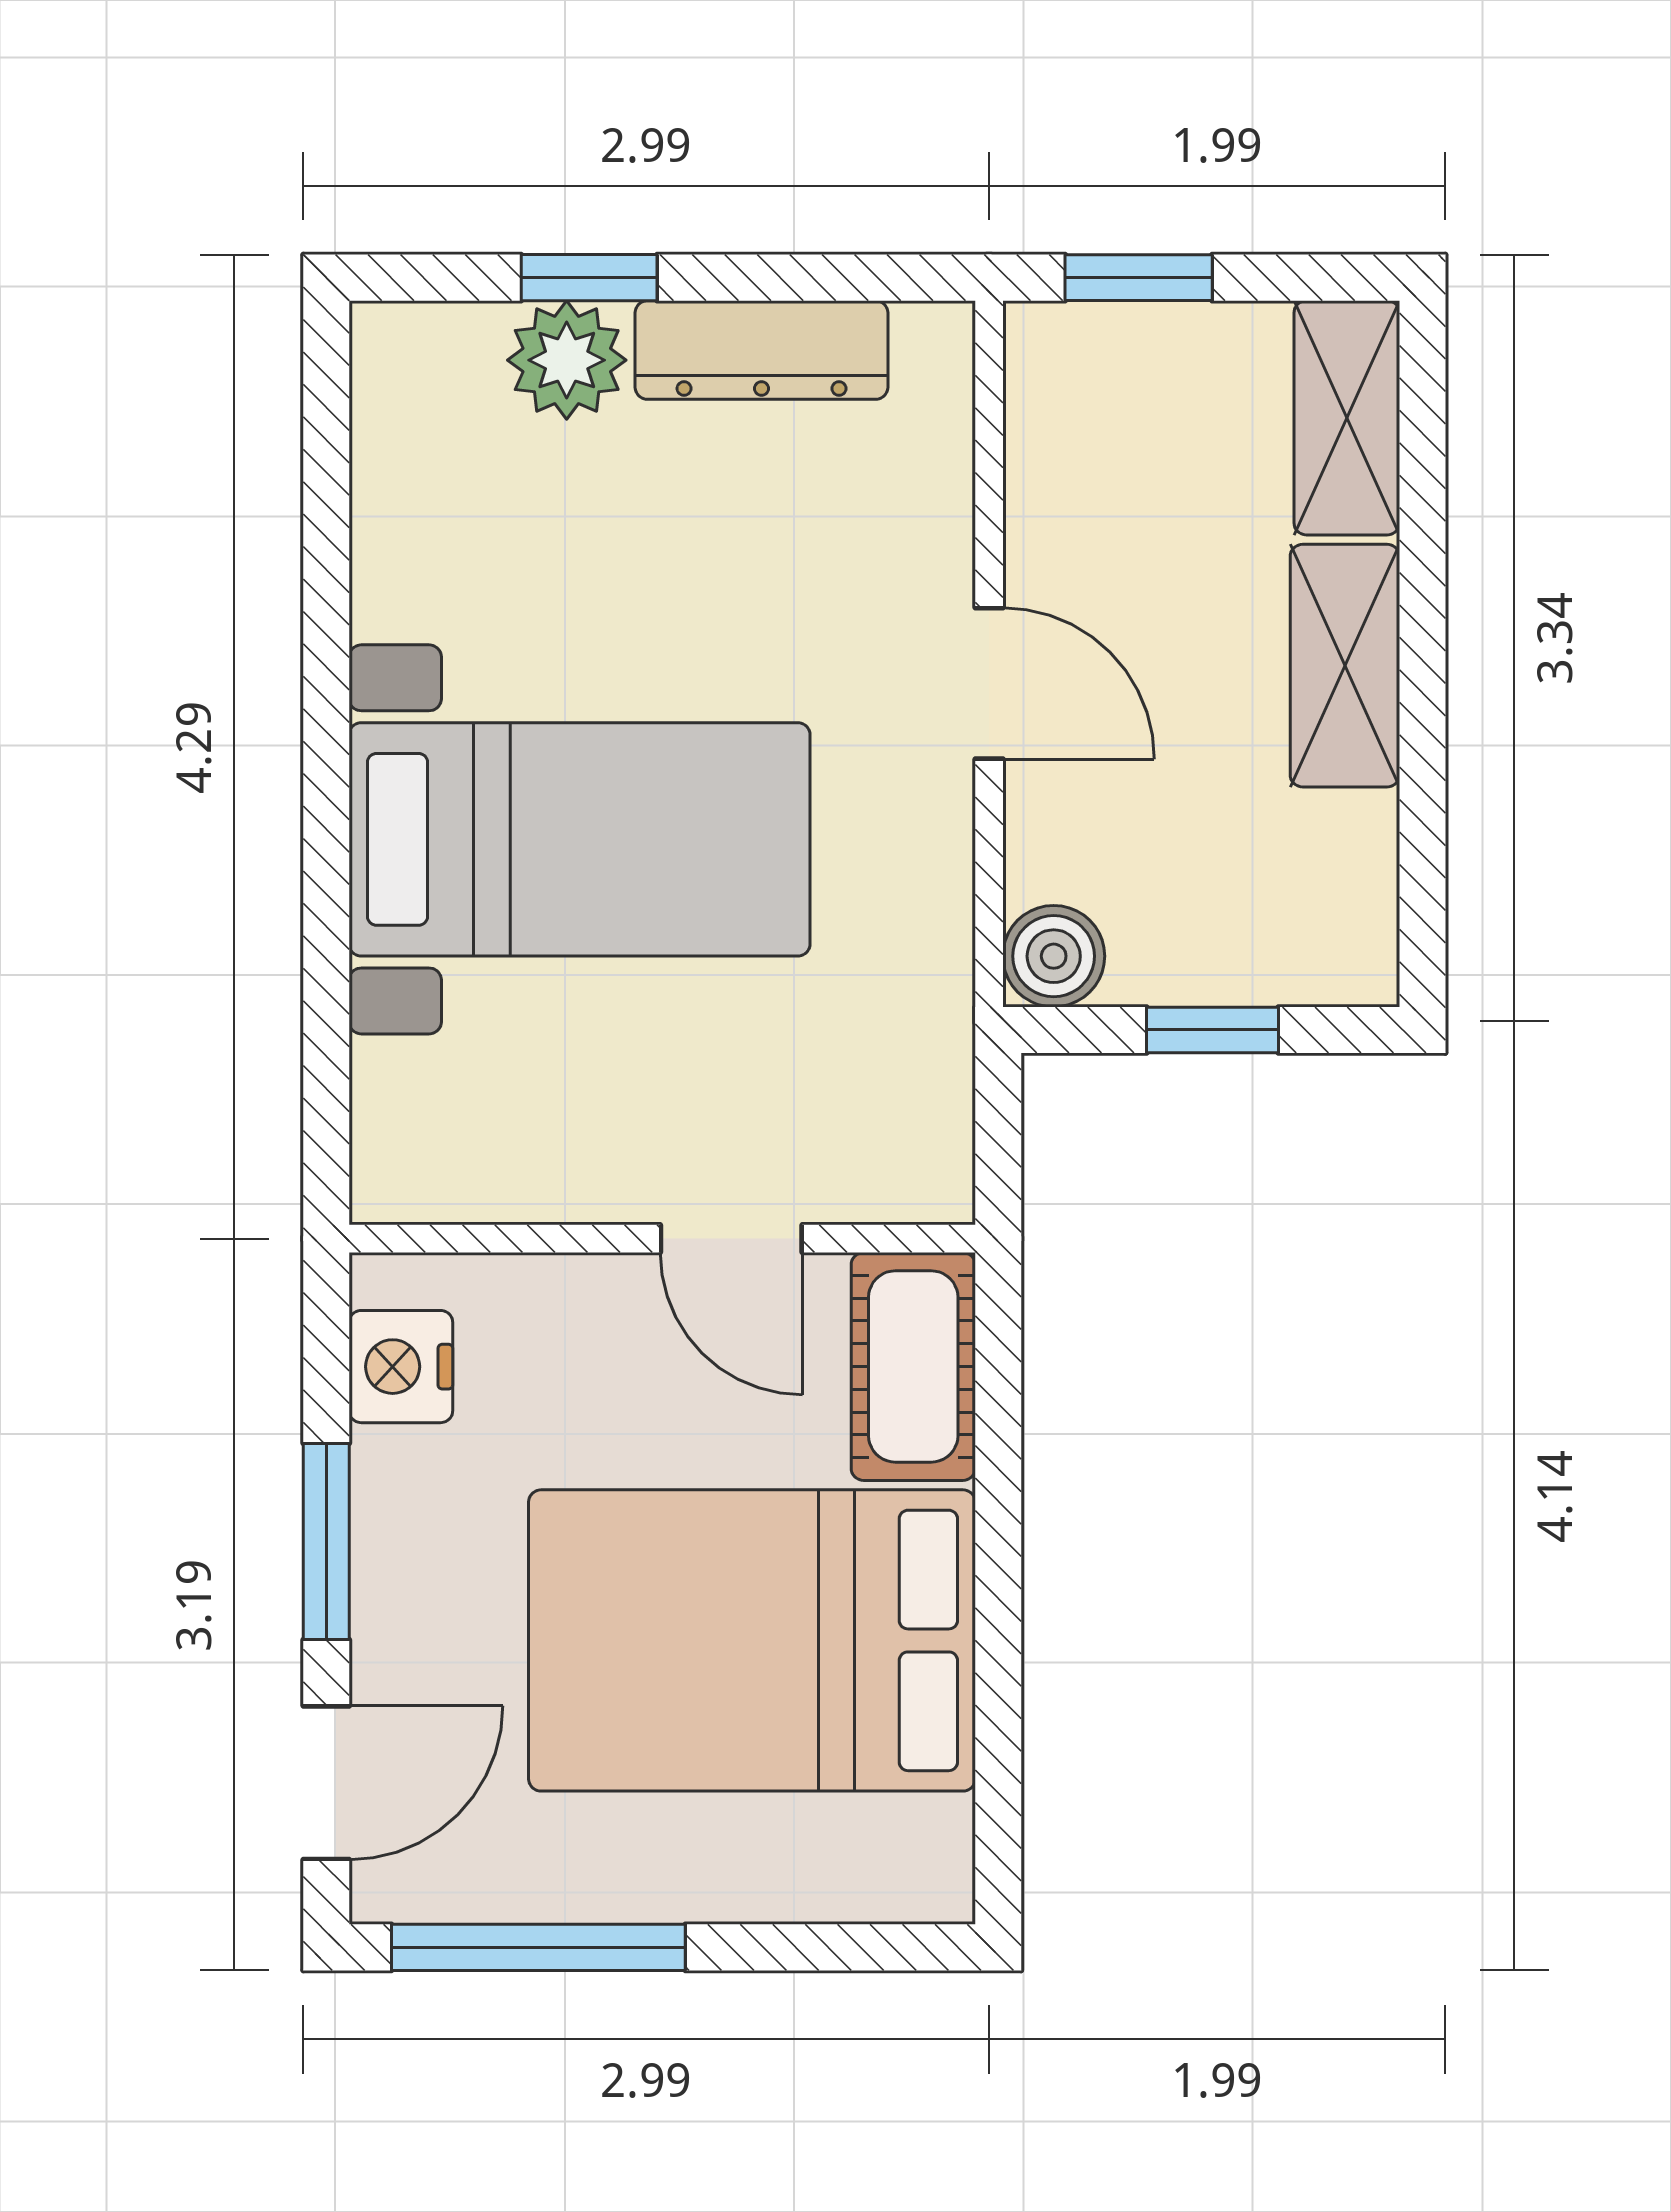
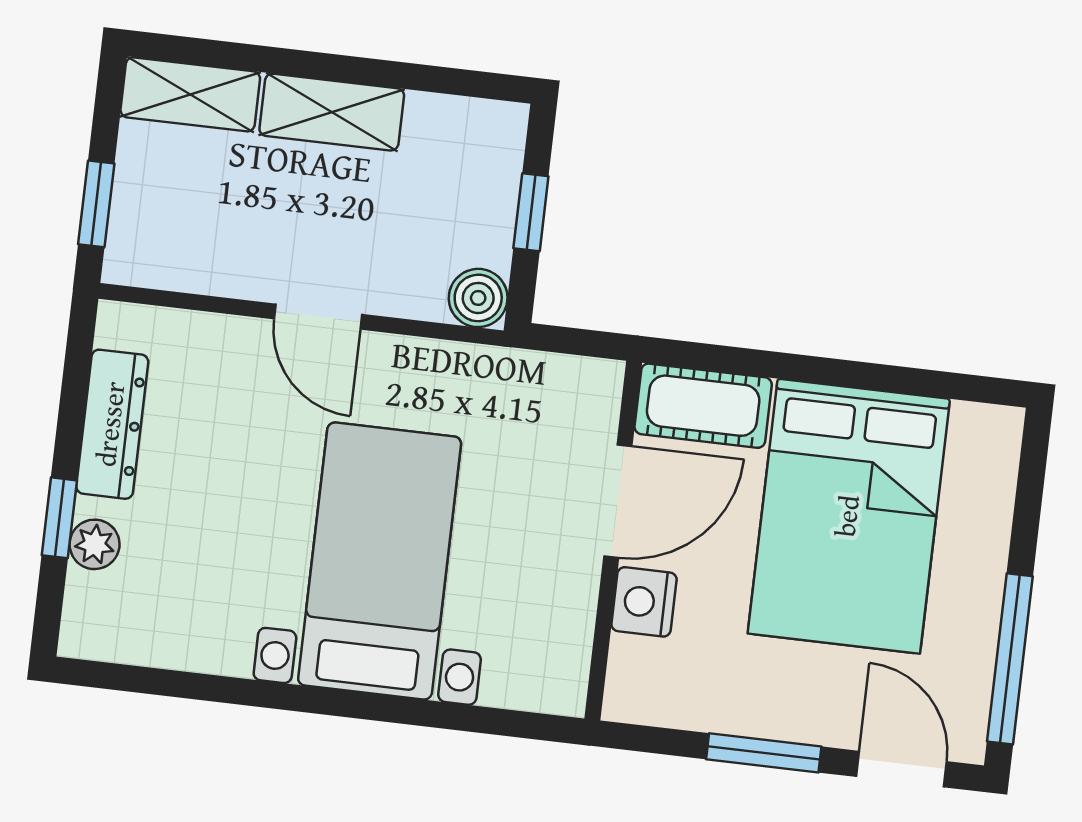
plant: (567, 360) -> (95, 544), width x0.73, depth x0.73
door: (989, 683) -> (318, 317), swing flipped
door: (731, 1239) -> (618, 501), width x1.38
nightstand: (401, 1367) -> (644, 602), moved, turned 90

